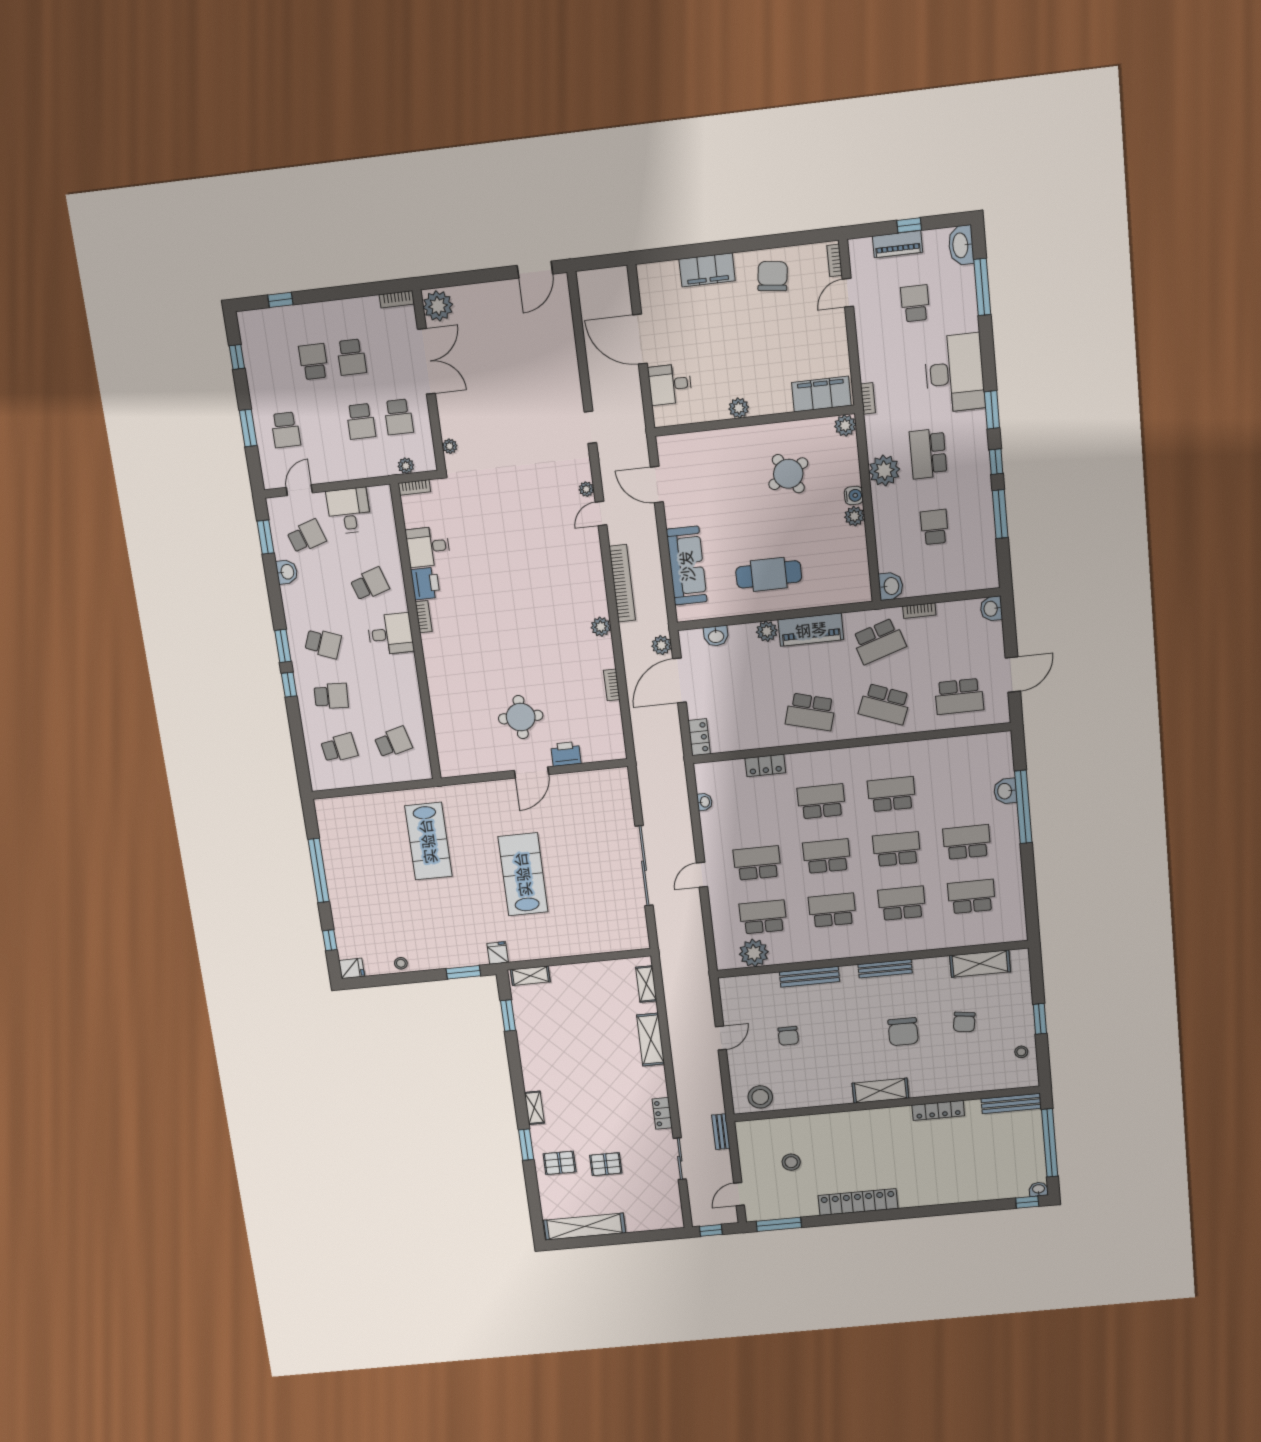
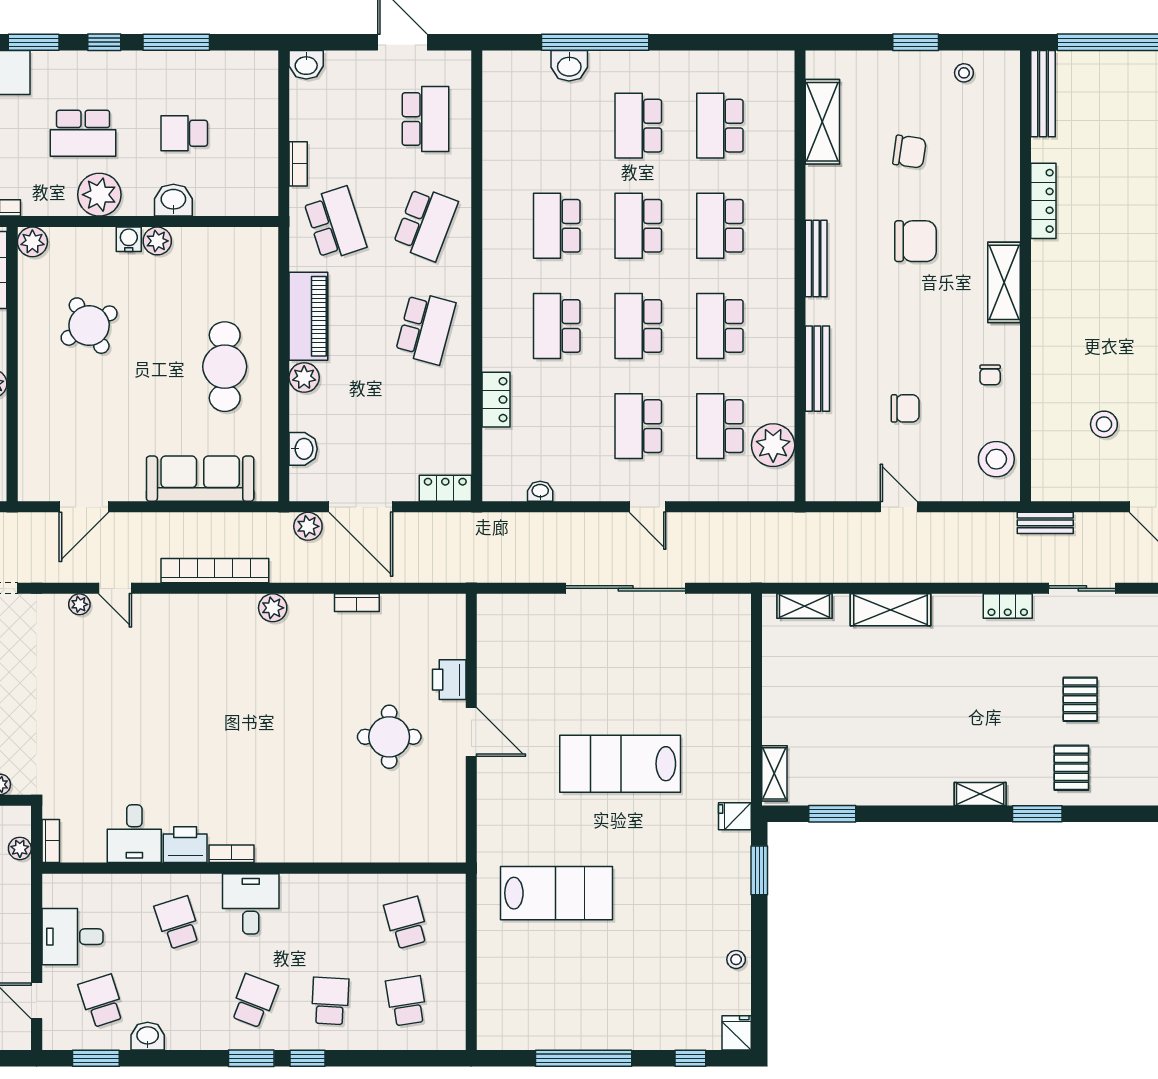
washbasin: (891, 586) -> (173, 200), moved
chair: (817, 1088) -> (990, 375), added

